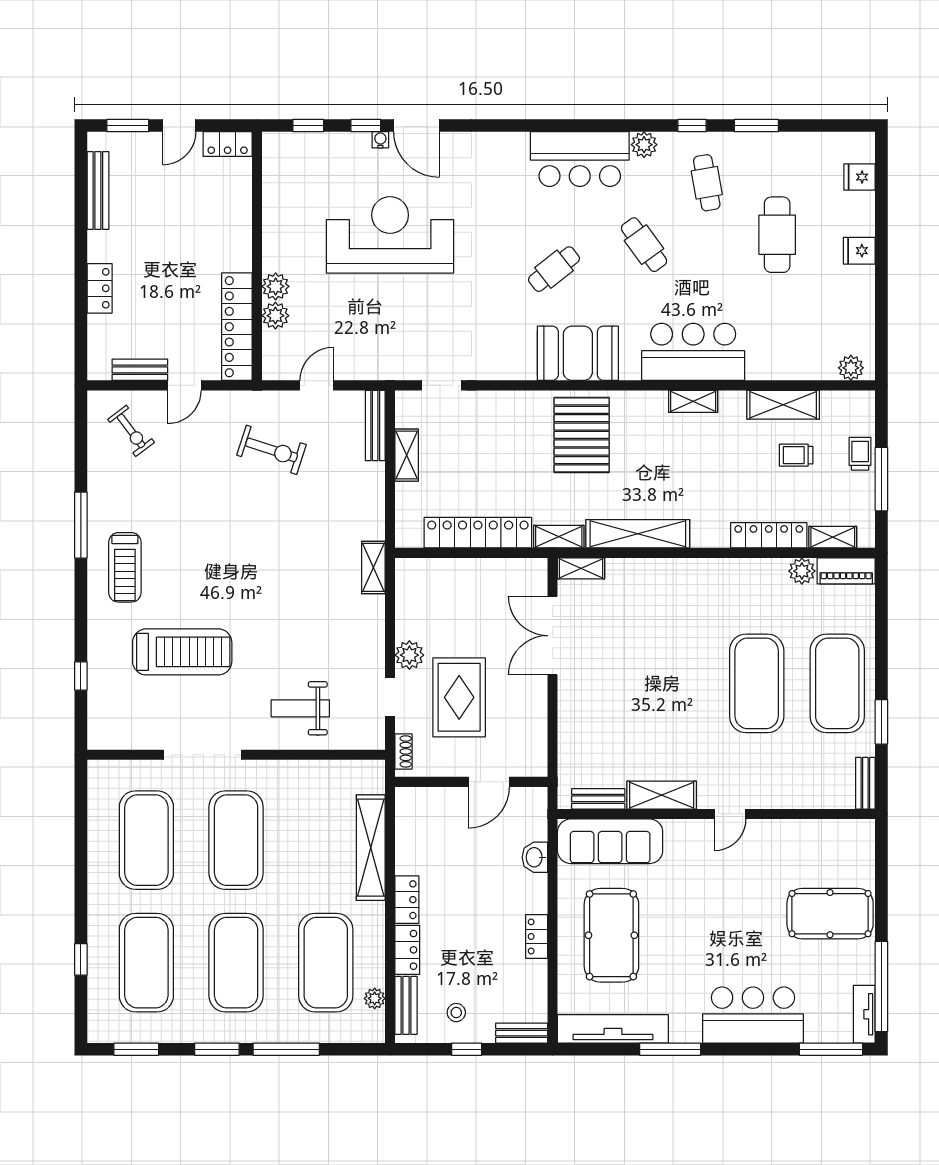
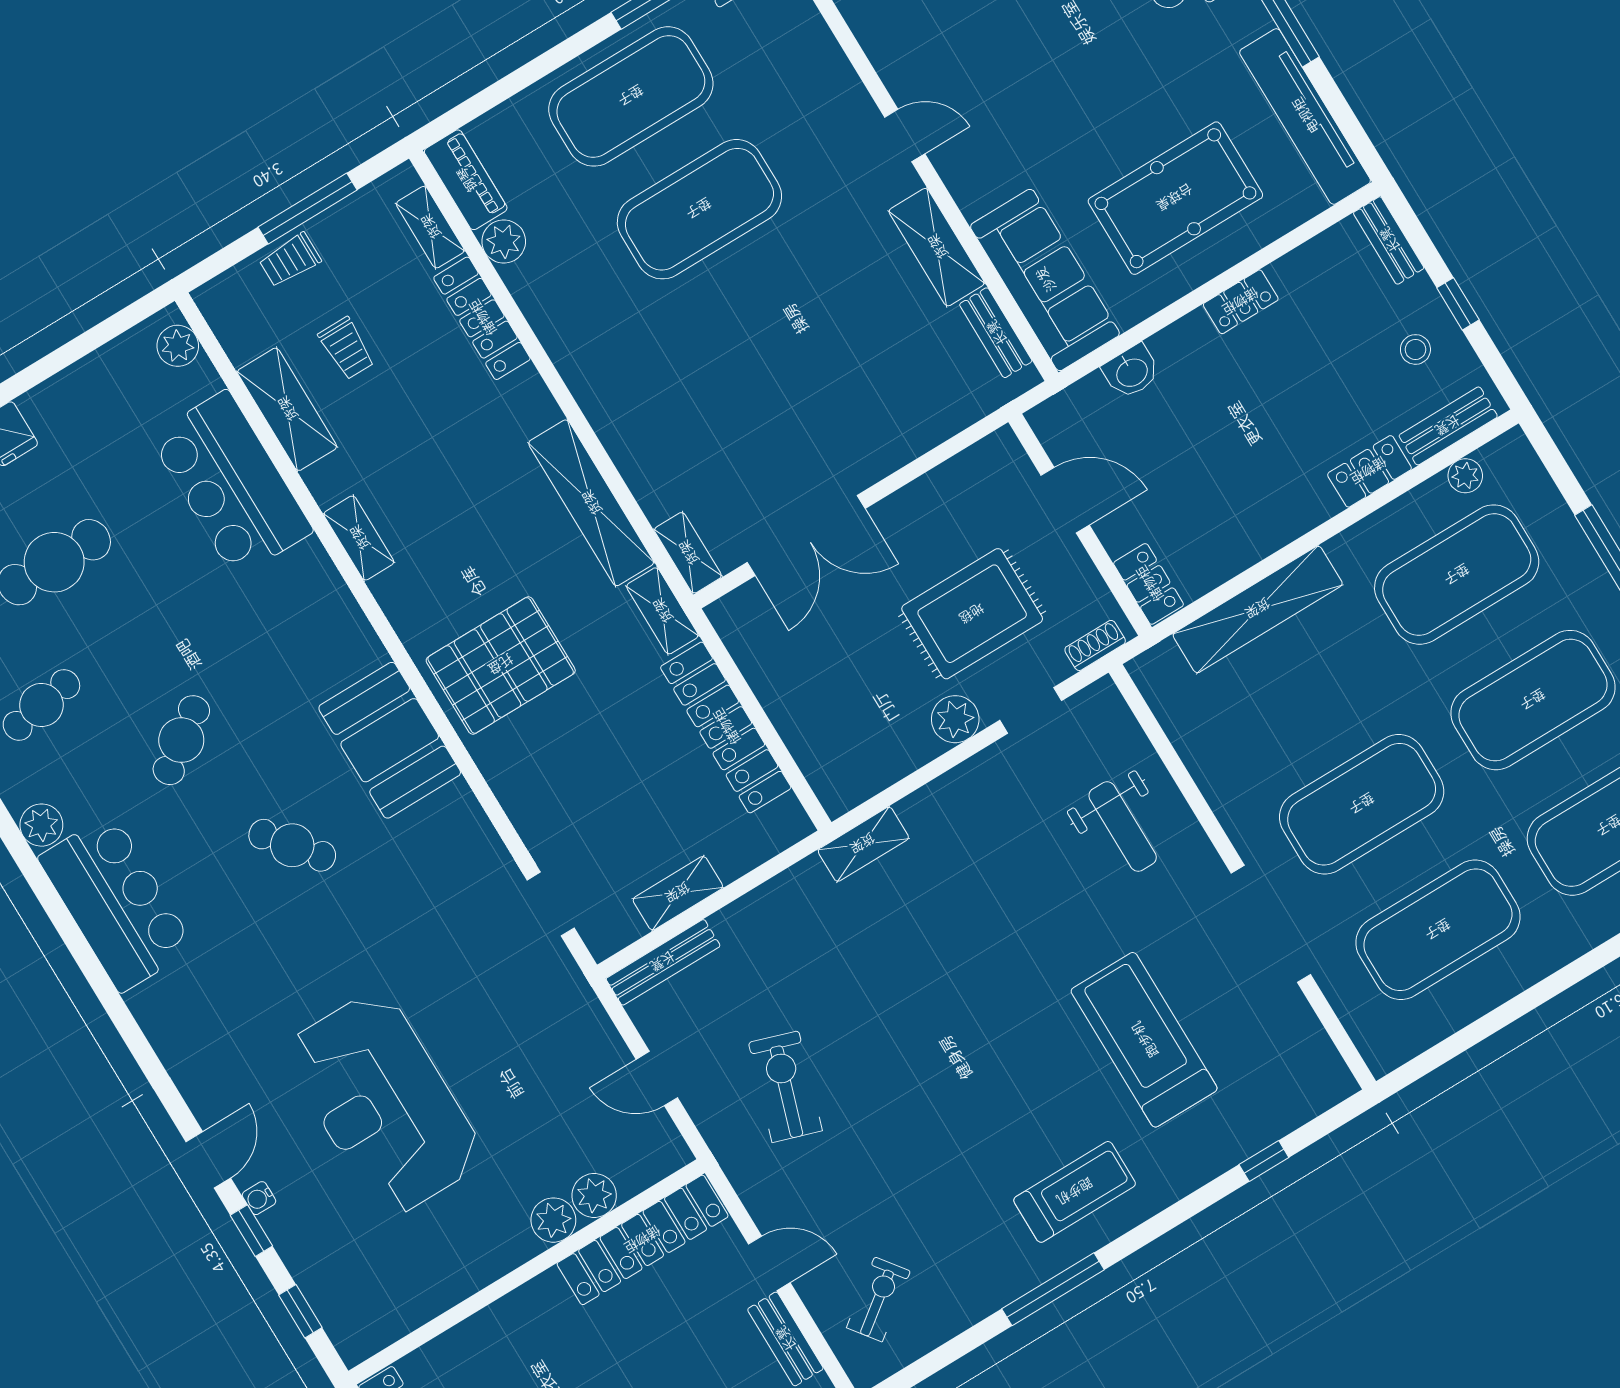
door: (416, 125) -> (208, 1160), width x0.73
bar counter: (693, 352) -> (231, 484), moved
locker: (407, 900) -> (1149, 584), moved, turned 90

